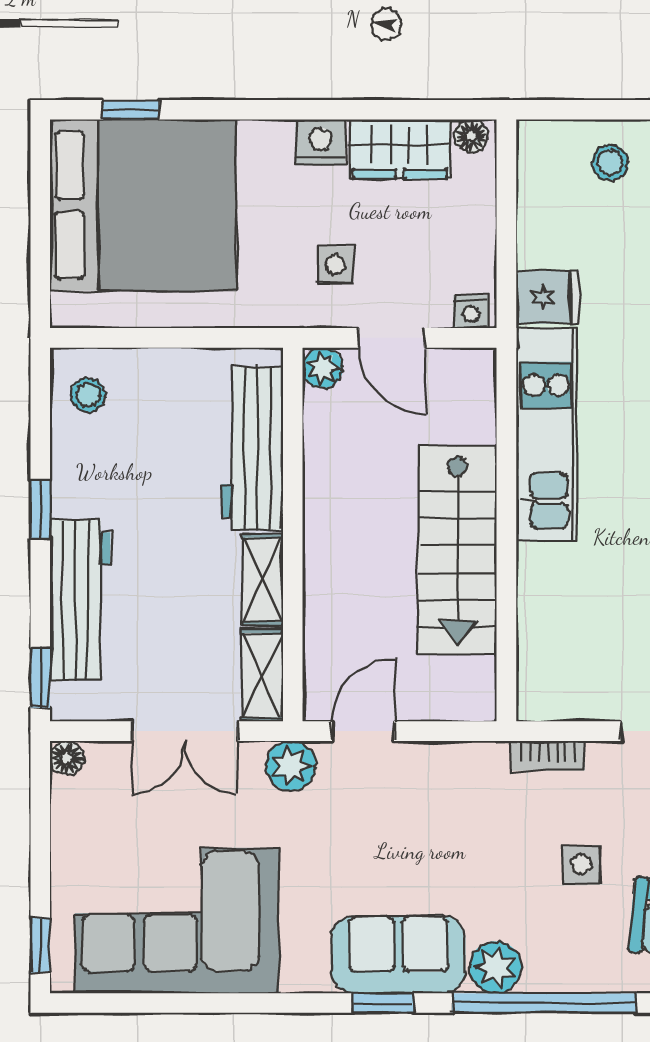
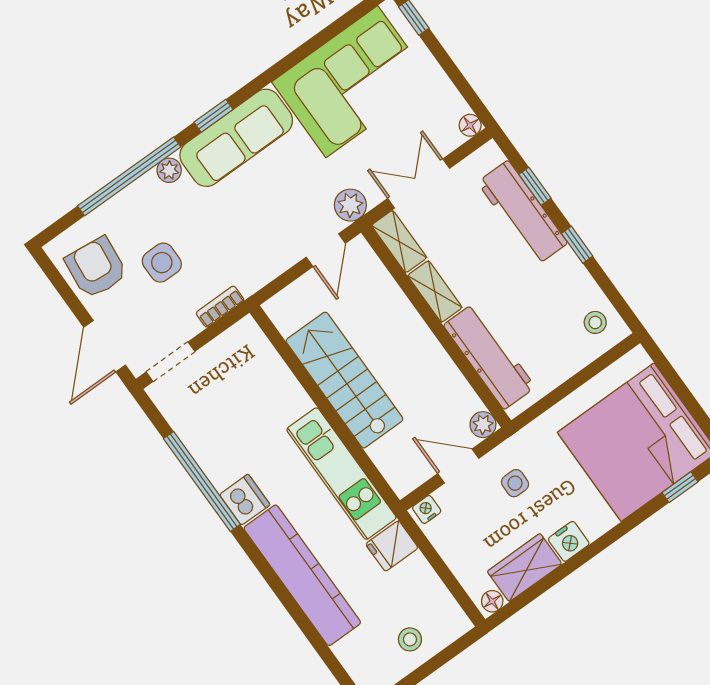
window: (40, 678) -> (535, 186), moved
side table: (581, 864) -> (162, 263), width x1.37, depth x1.37
sofa: (398, 954) -> (236, 138), width x1.36
plant: (495, 967) -> (169, 170), width x0.73, depth x0.73

